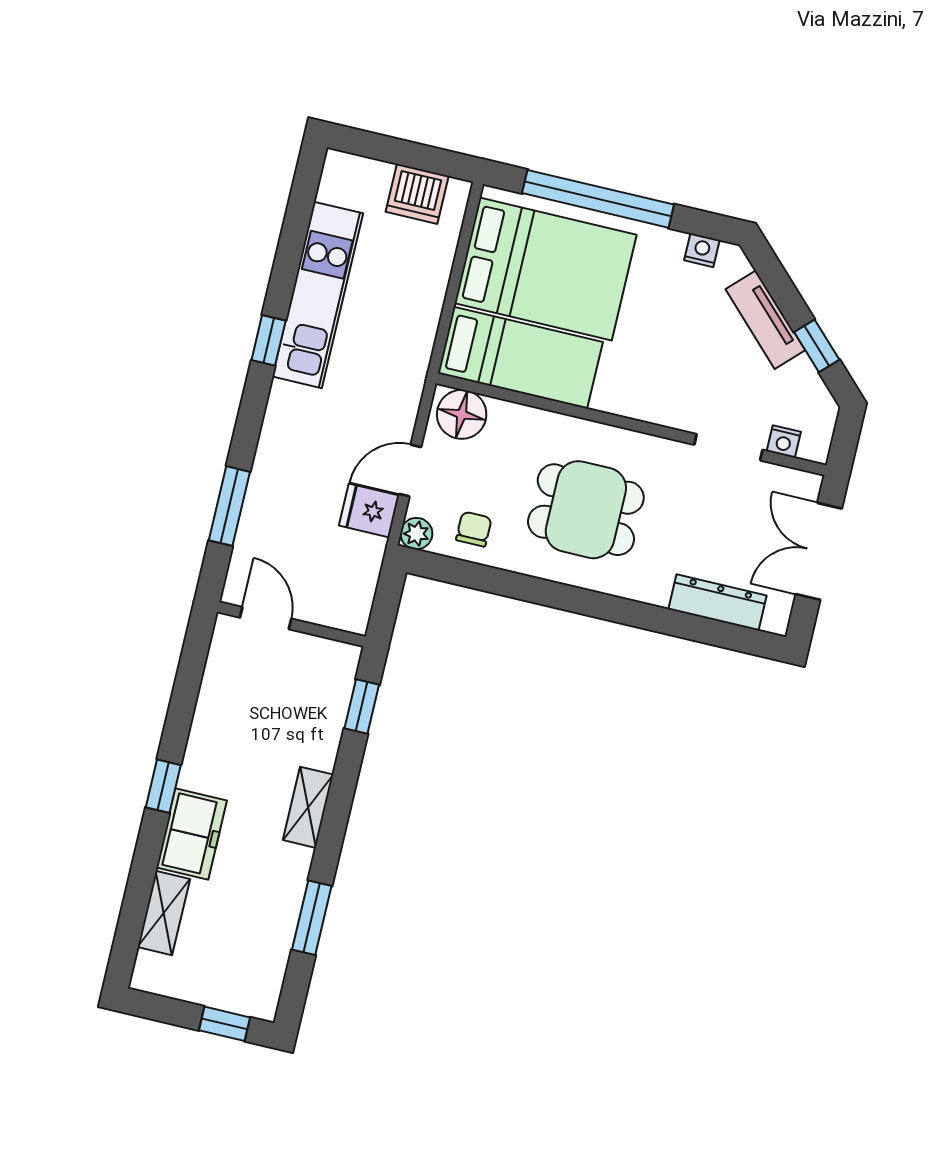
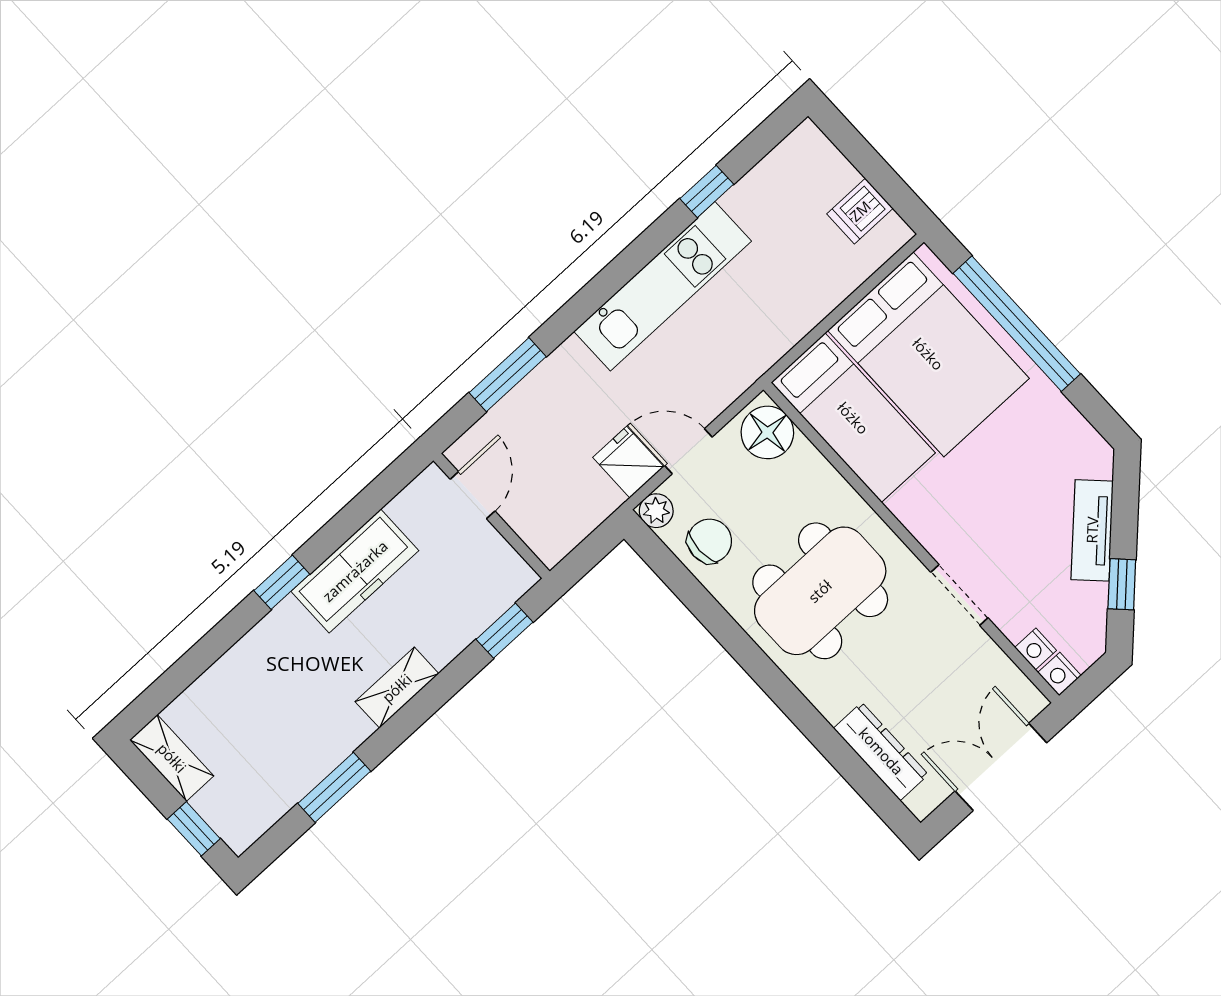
dishwasher: (417, 194) -> (860, 211), width x0.73
nightstand: (702, 250) -> (1059, 674), moved, turned 180
kitchen unit: (318, 295) -> (663, 286), moved
window: (269, 340) -> (707, 191), moved
doorway: (728, 447) -> (959, 595), moved
dining table: (586, 510) -> (820, 591), width x1.38
chair: (474, 529) -> (710, 541), width x1.37, depth x1.37
freezer: (192, 834) -> (355, 571), moved, width x1.40
shelving: (164, 913) -> (172, 758), moved, turned 90

